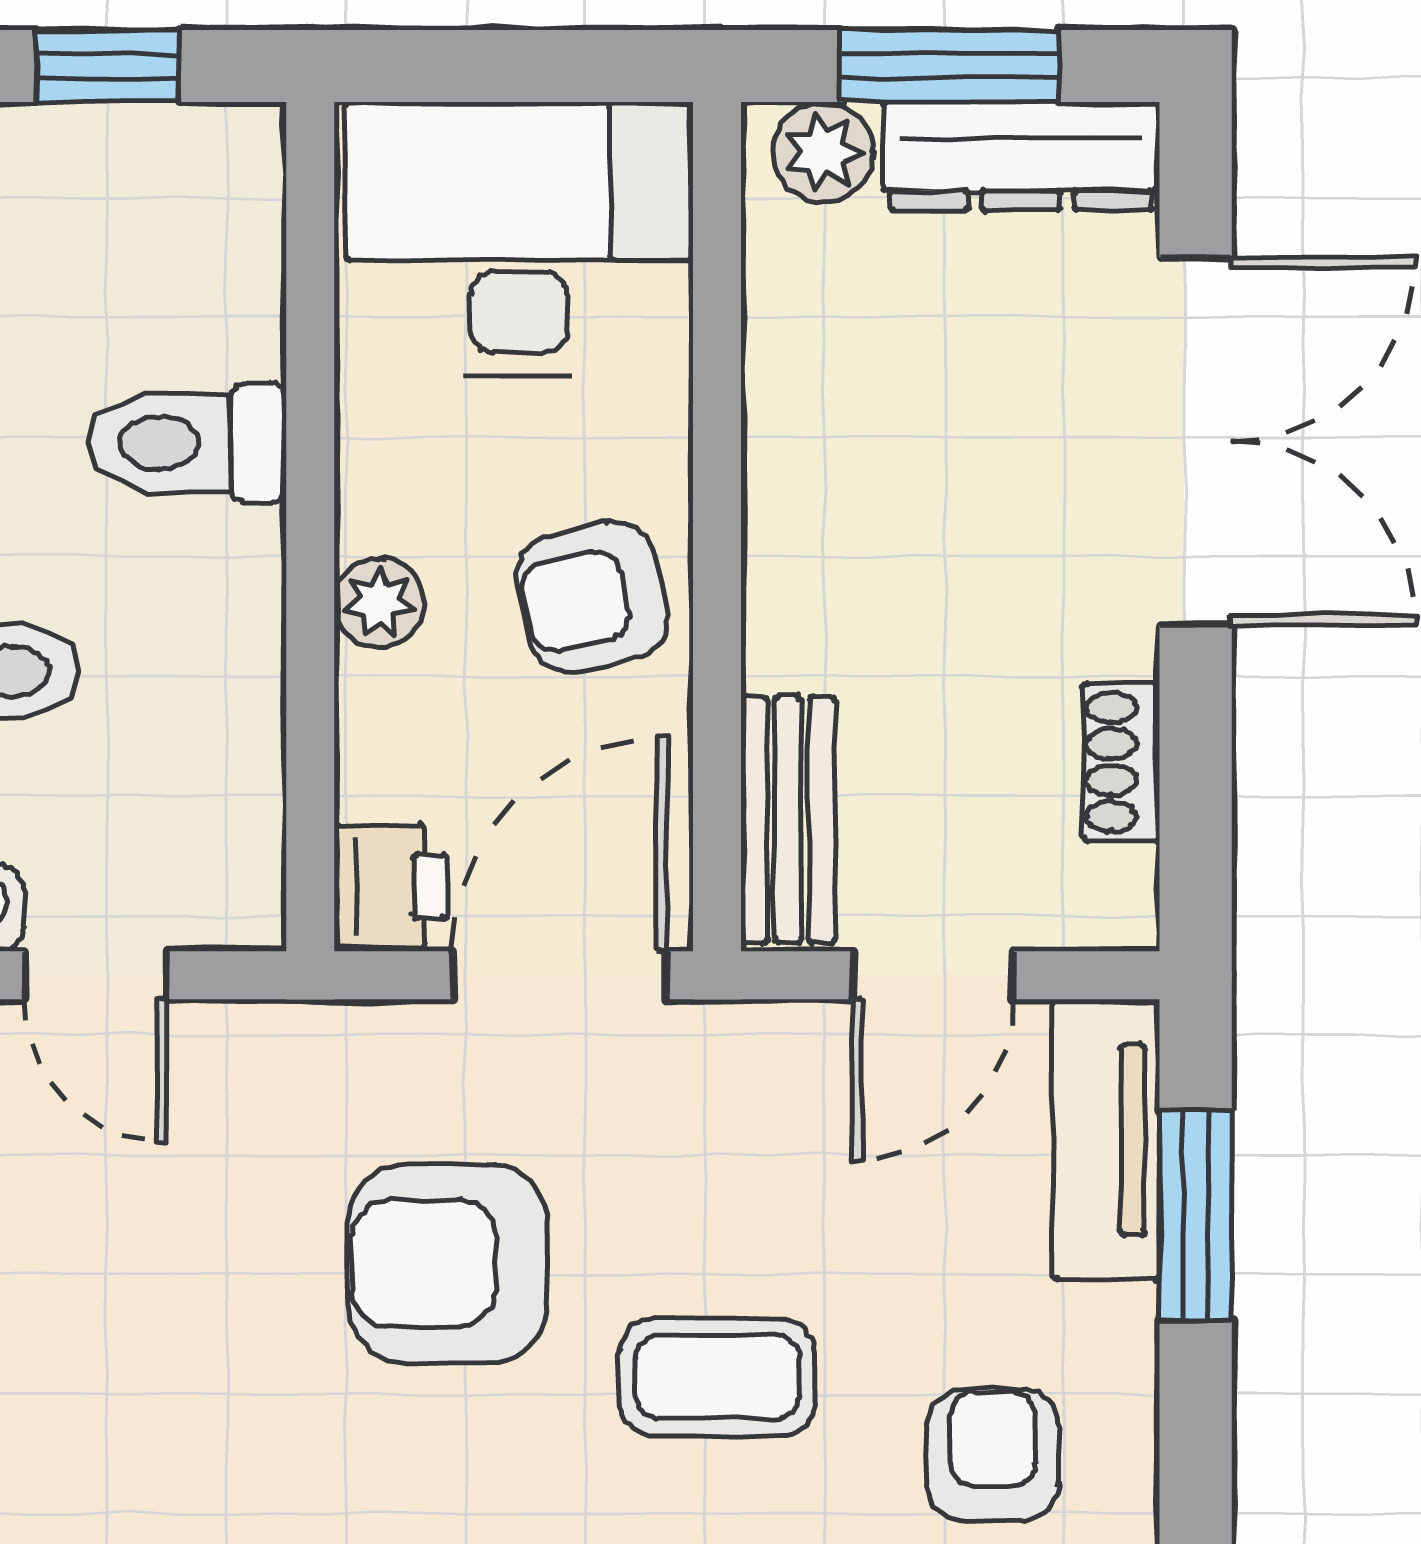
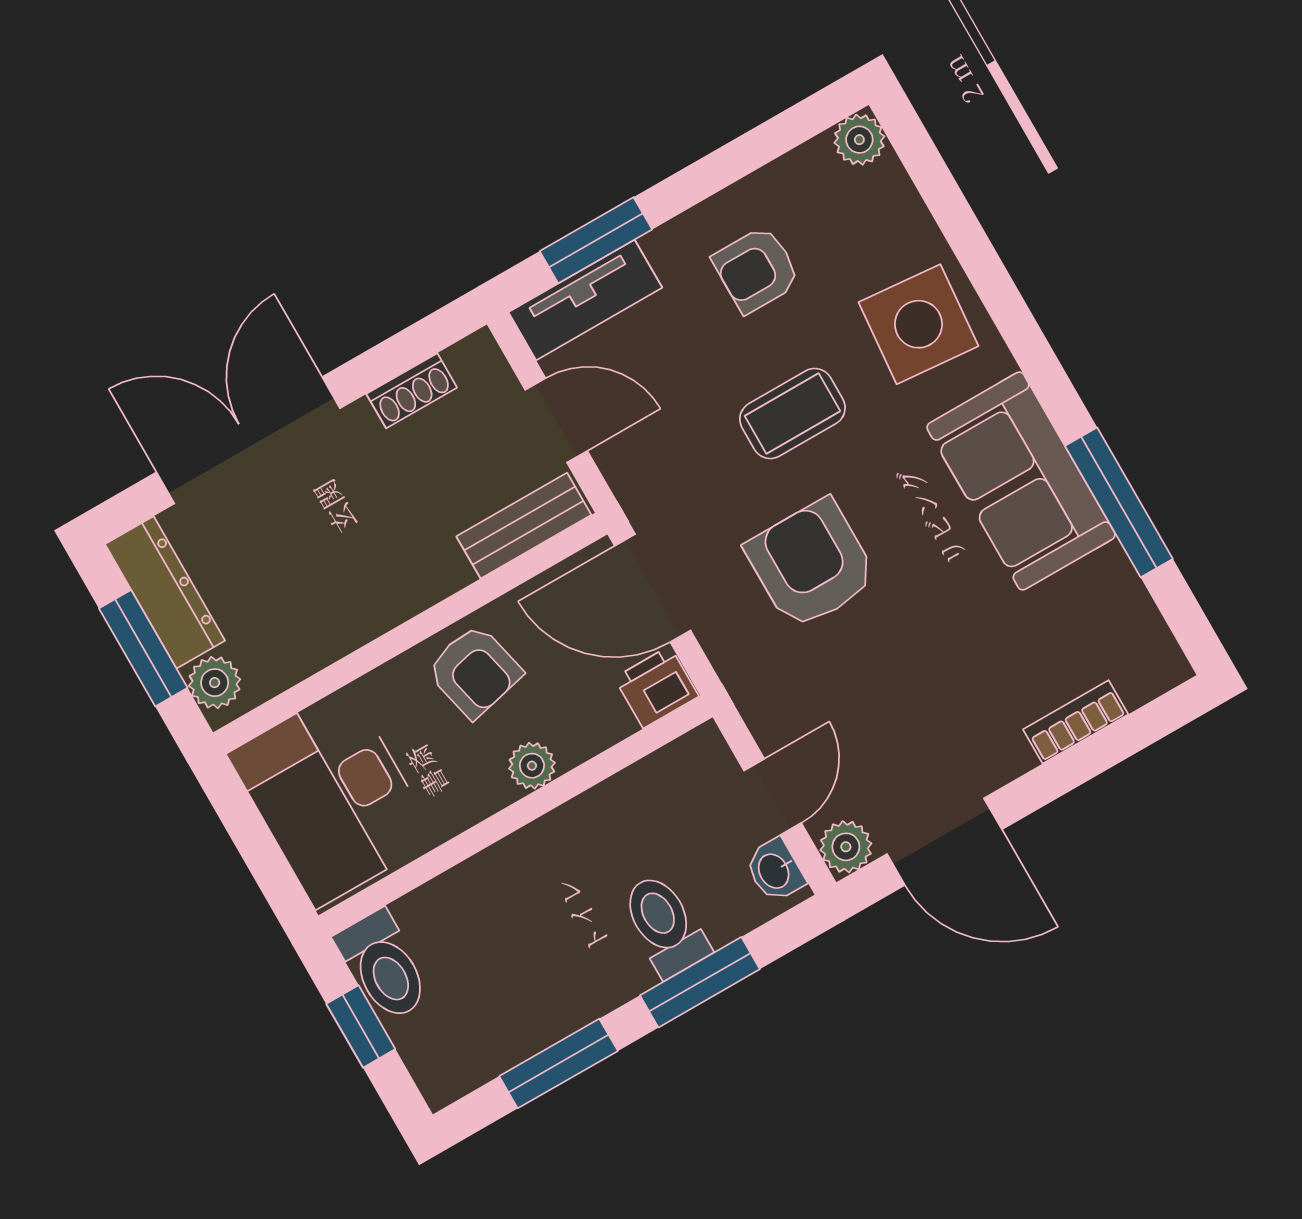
toilet: (187, 443) -> (384, 966), moved
armchair: (447, 1263) -> (811, 564), turned 180
coffee table: (717, 1377) -> (792, 414), turned 90

